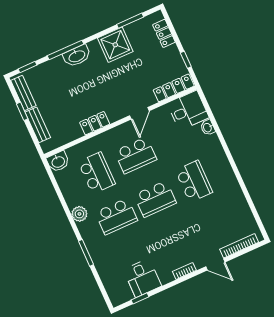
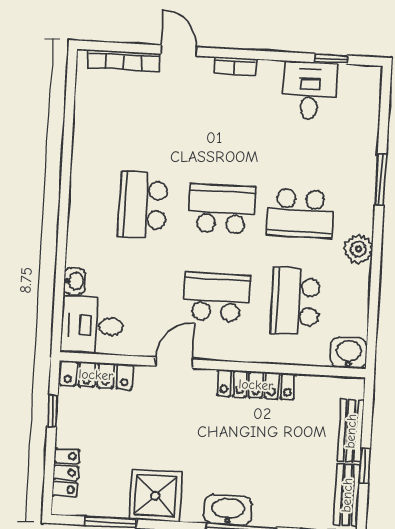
locker: (95, 123) -> (256, 385), width x1.53
school desk: (116, 216) -> (300, 213), turned 180

